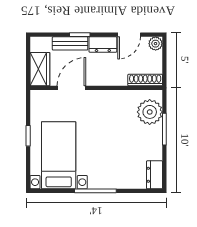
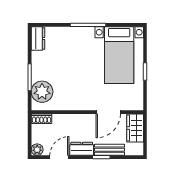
shoe rack: (145, 80) -> (41, 119), width x0.70

